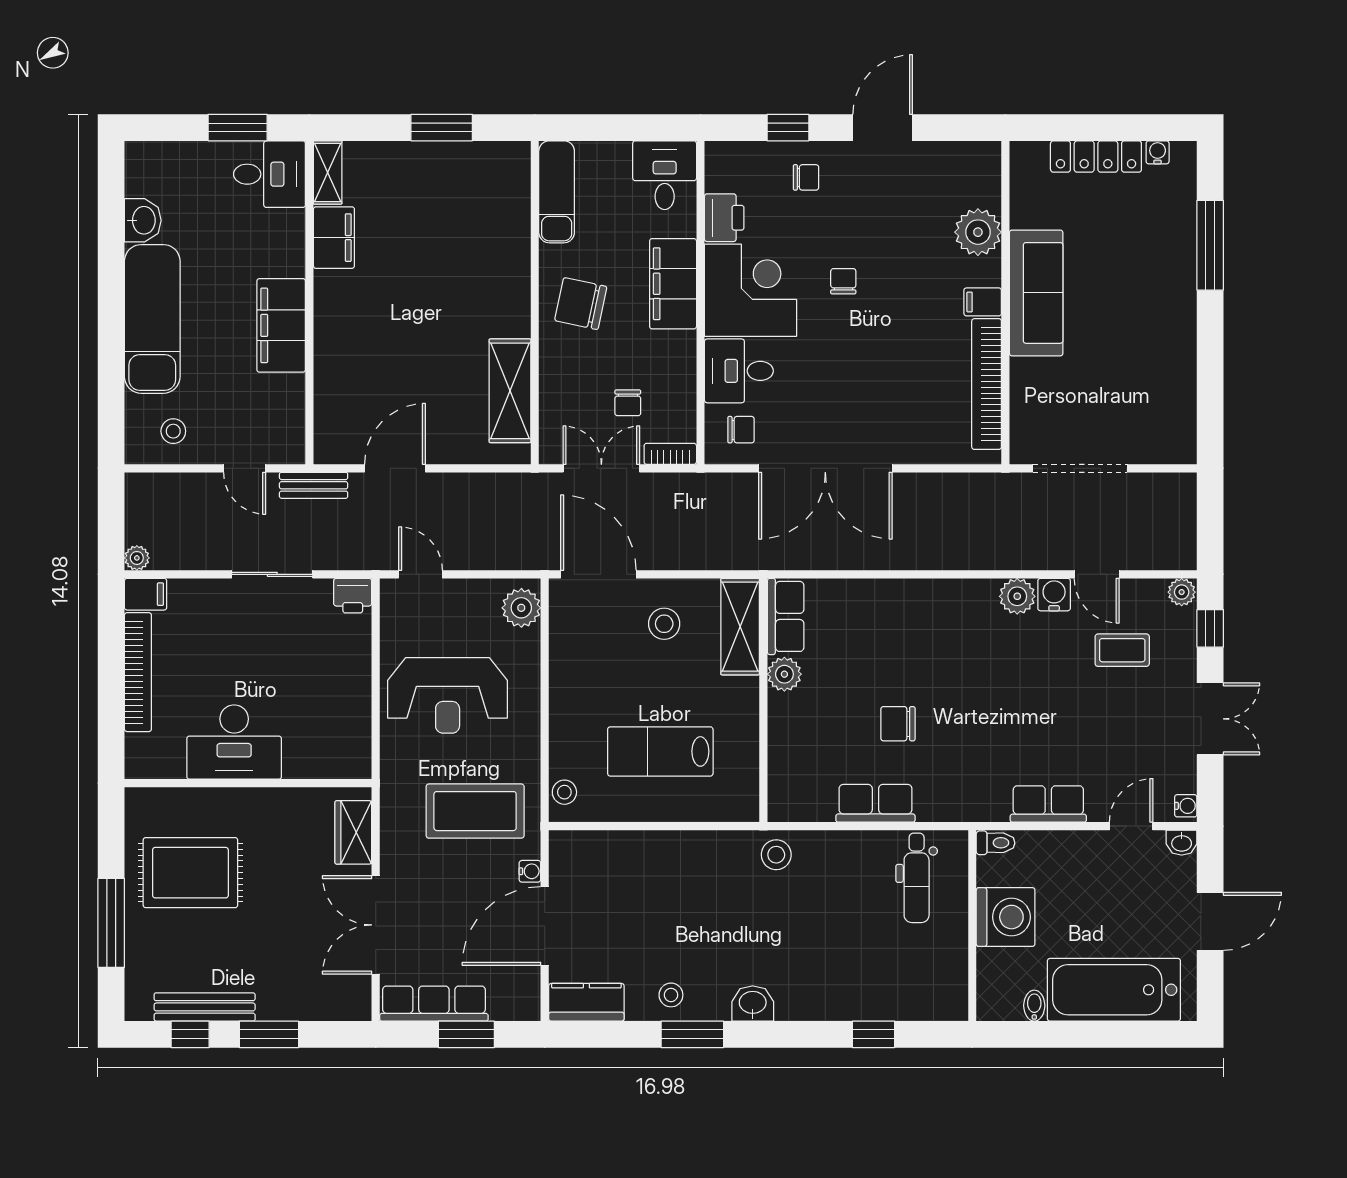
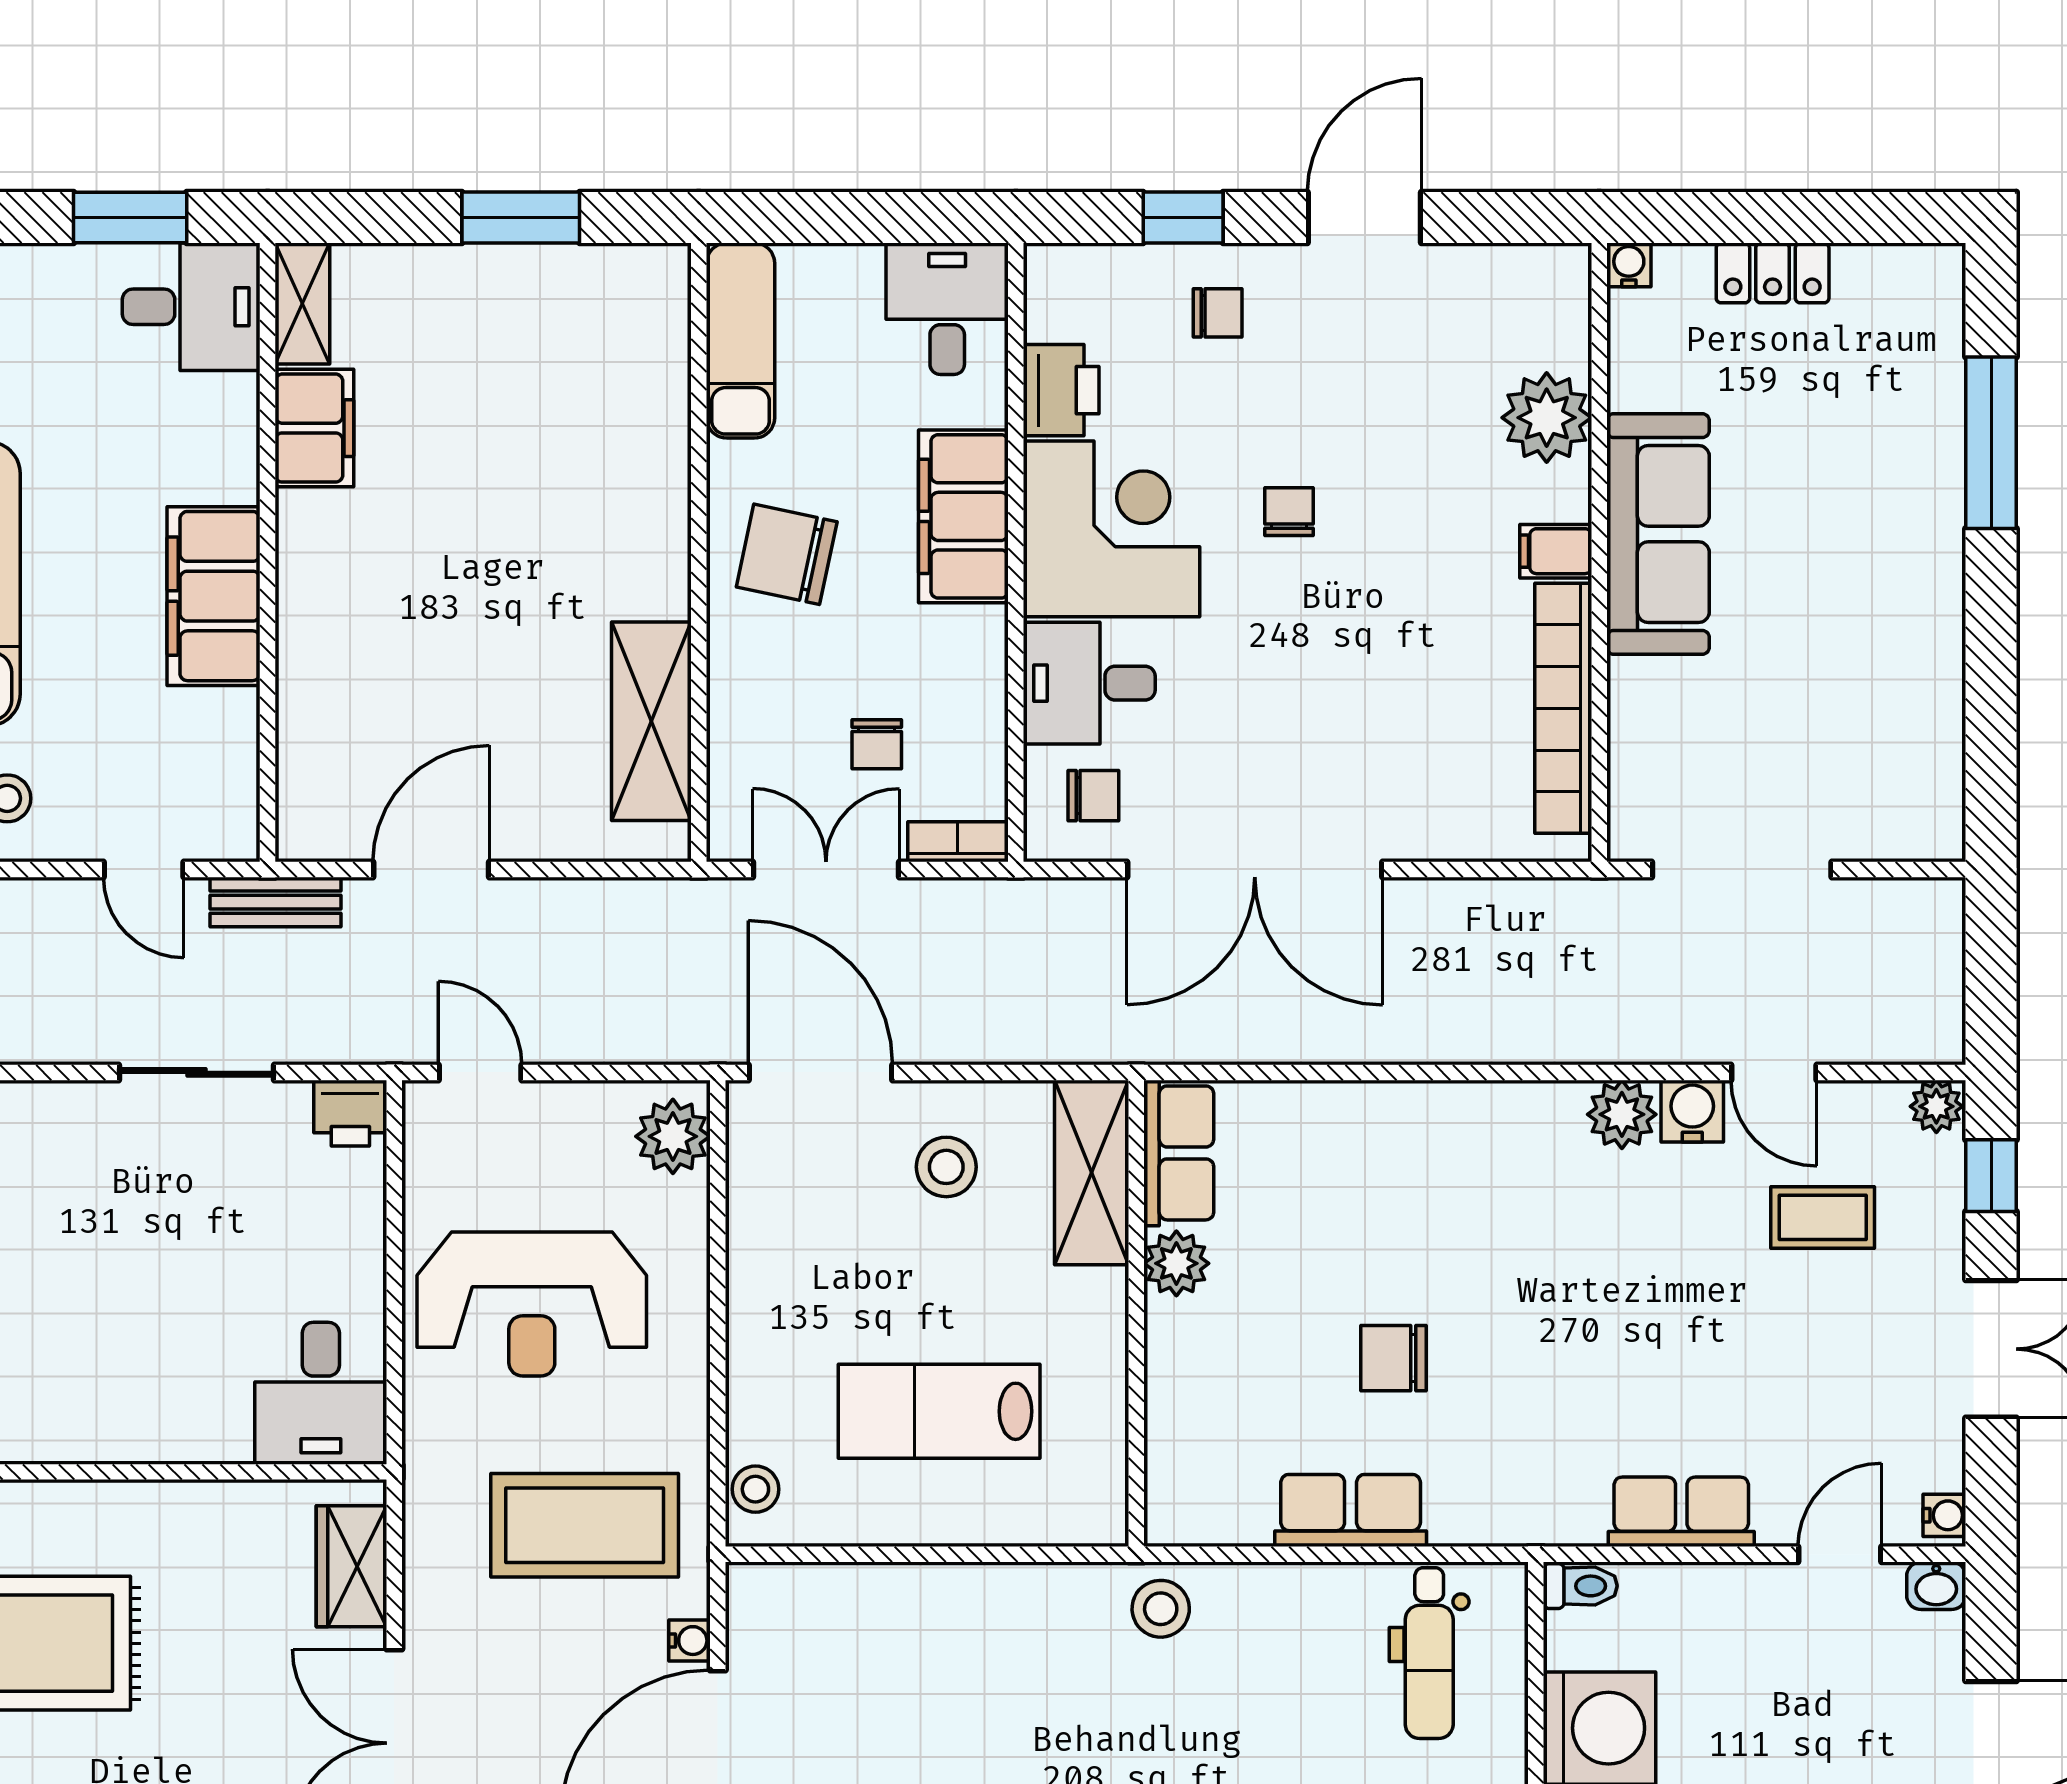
water cooler: (1158, 152) -> (1629, 265), moved
locker: (1096, 157) -> (1773, 273), width x0.66
desk: (234, 742) -> (321, 1393), moved, width x0.73

